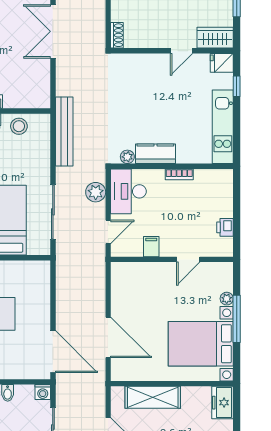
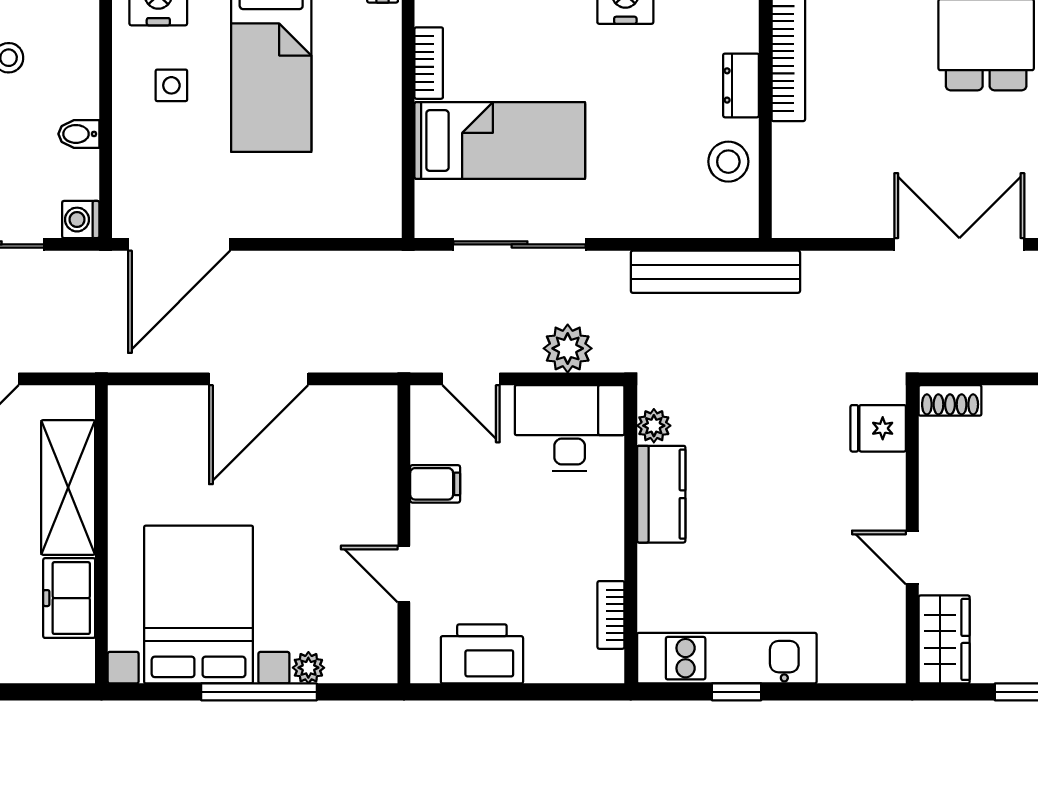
fridge: (222, 63) -> (878, 428), moved, turned -90
window: (237, 86) -> (737, 692), moved
bookcase: (179, 174) -> (611, 615), moved
printer: (225, 227) -> (482, 654), width x1.87, depth x1.48
door: (108, 337) -> (259, 379), moved
freezer: (223, 403) -> (69, 598), moved, turned -90

